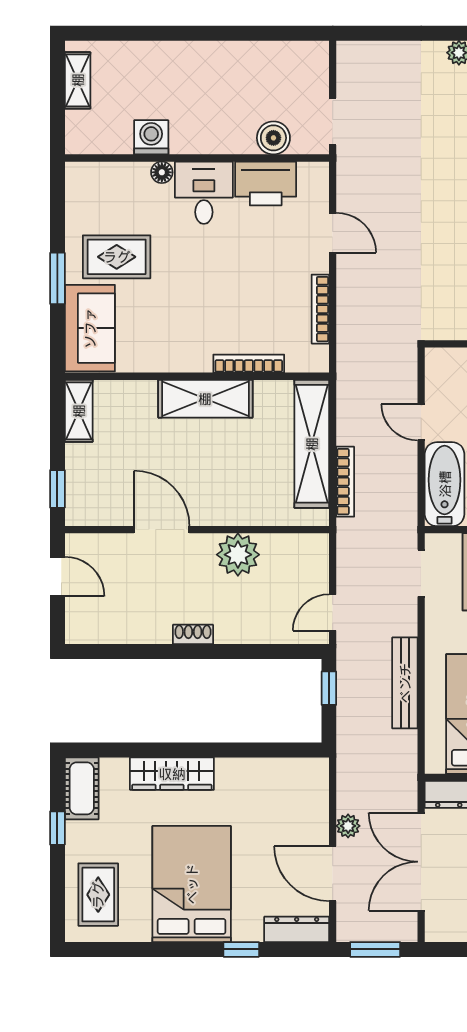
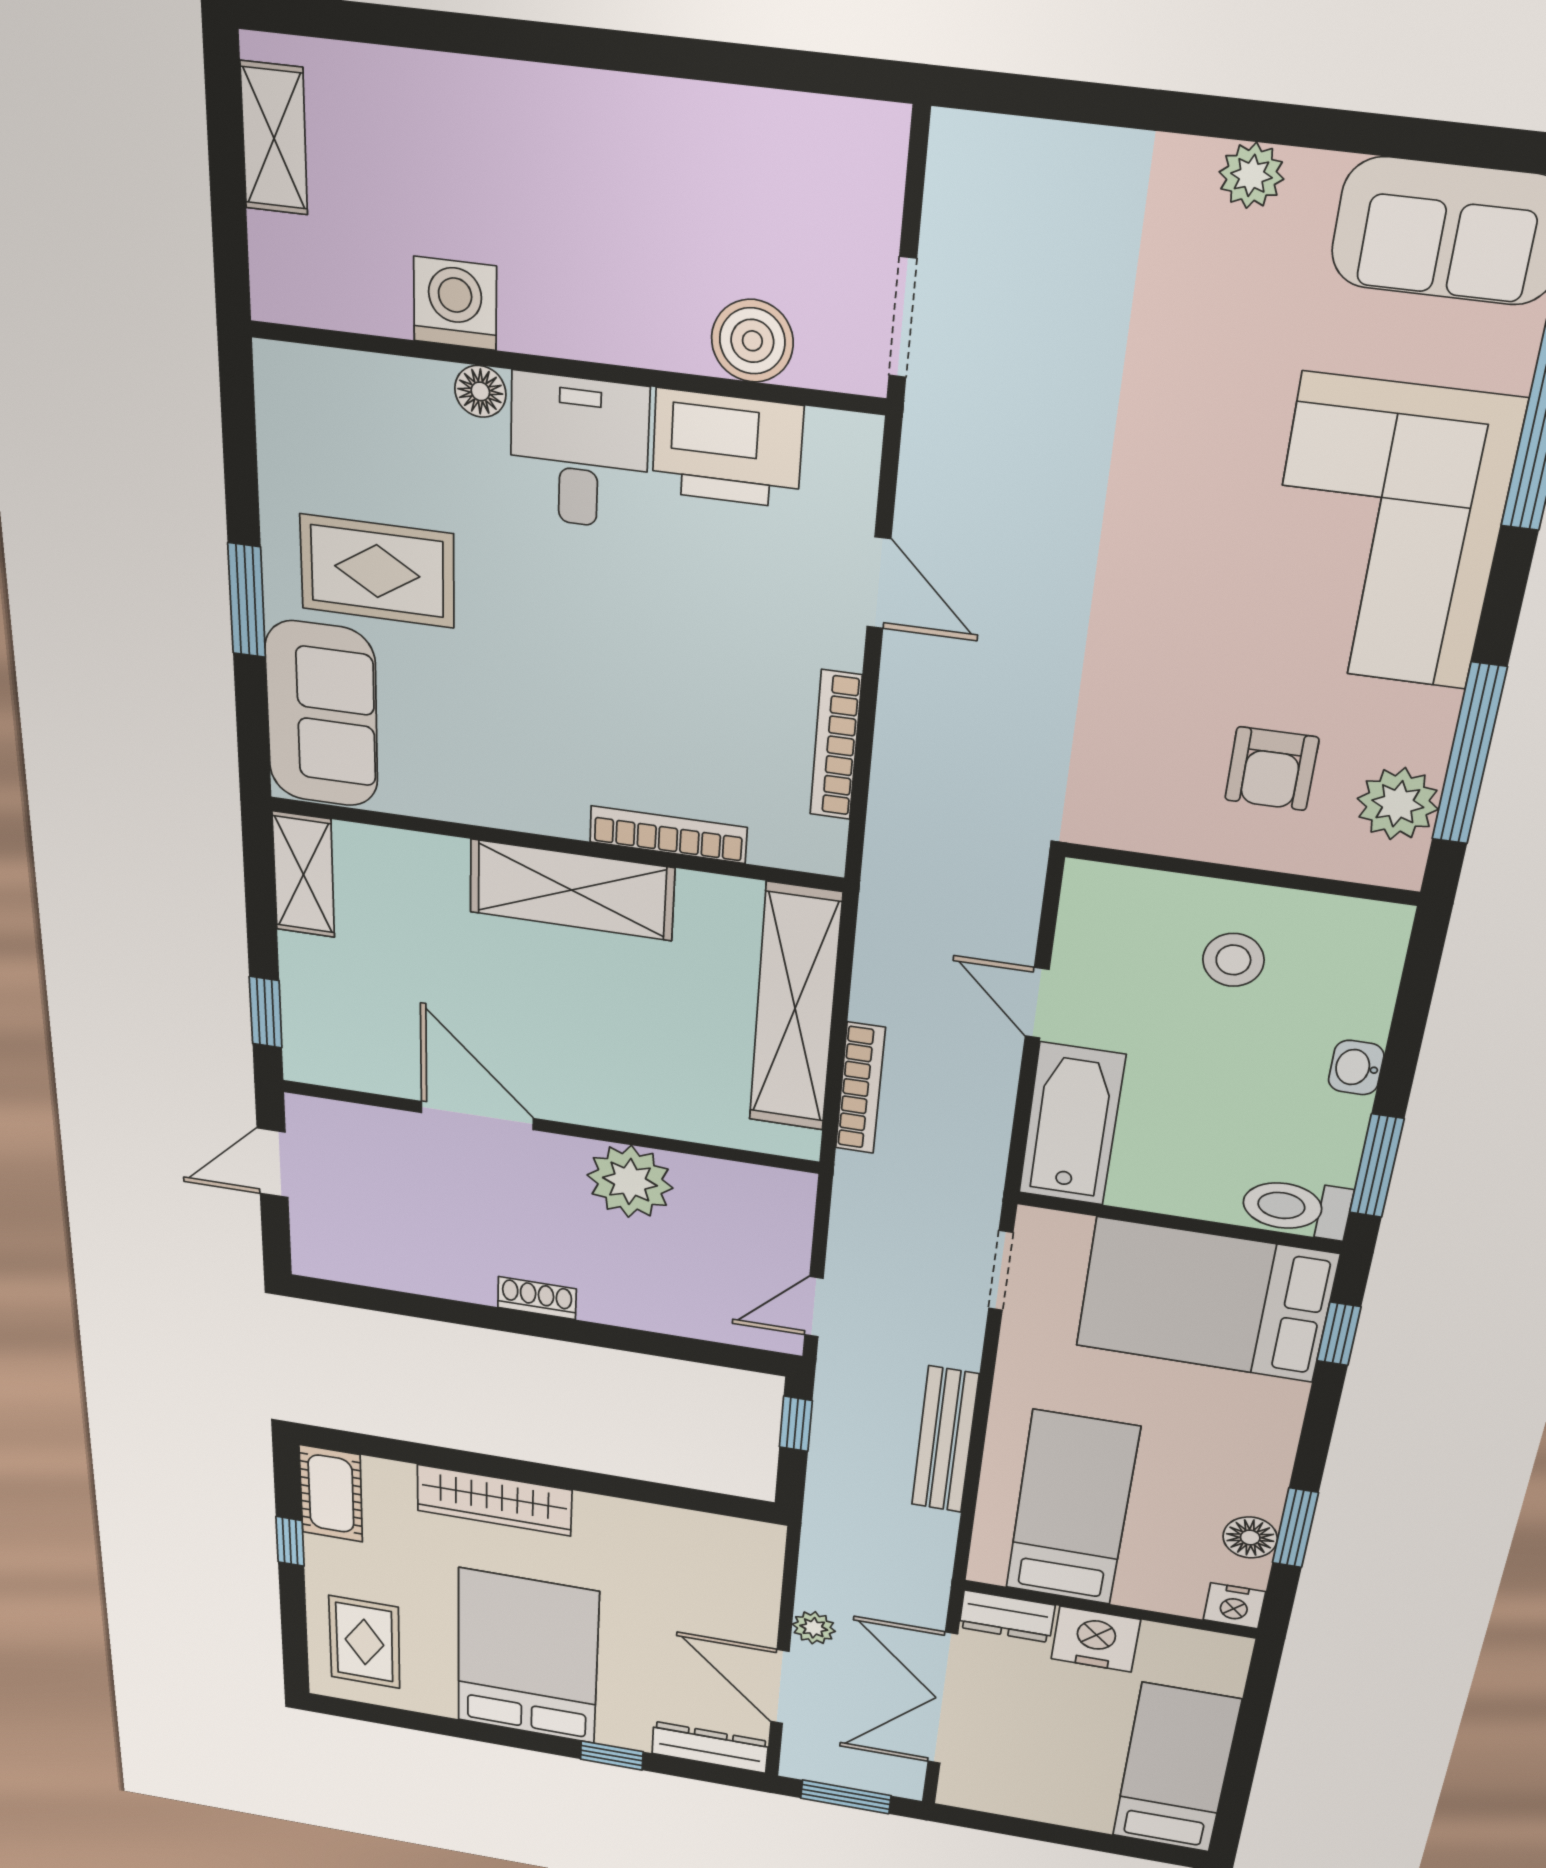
door: (57, 577) -> (273, 1163), swing flipped

